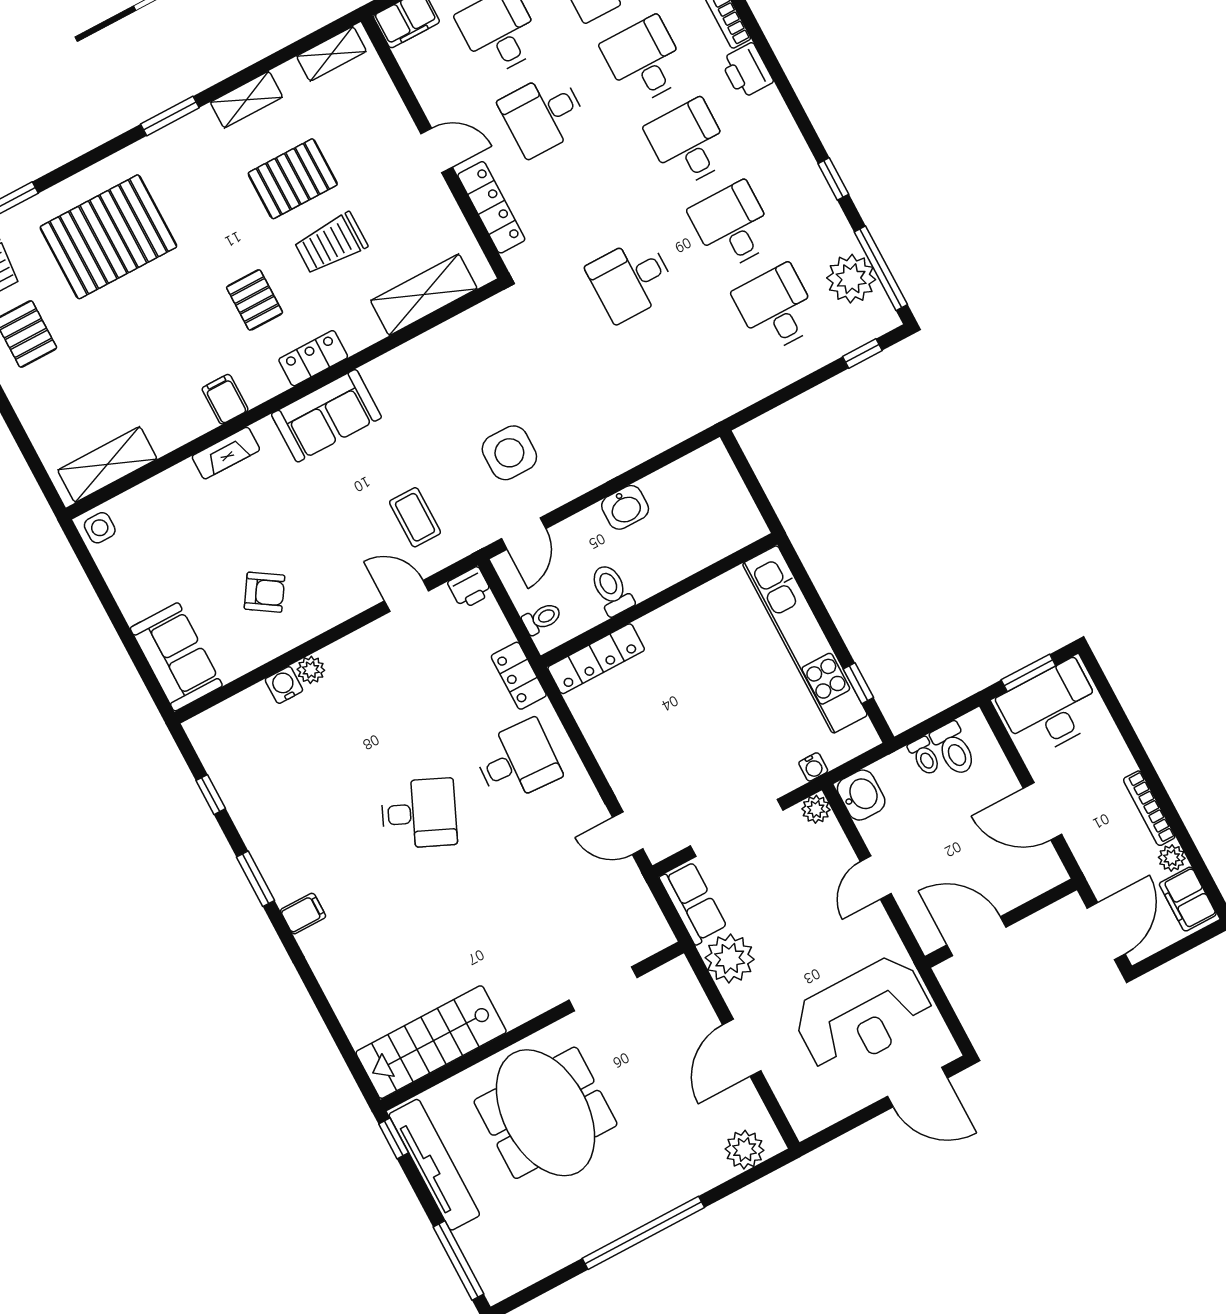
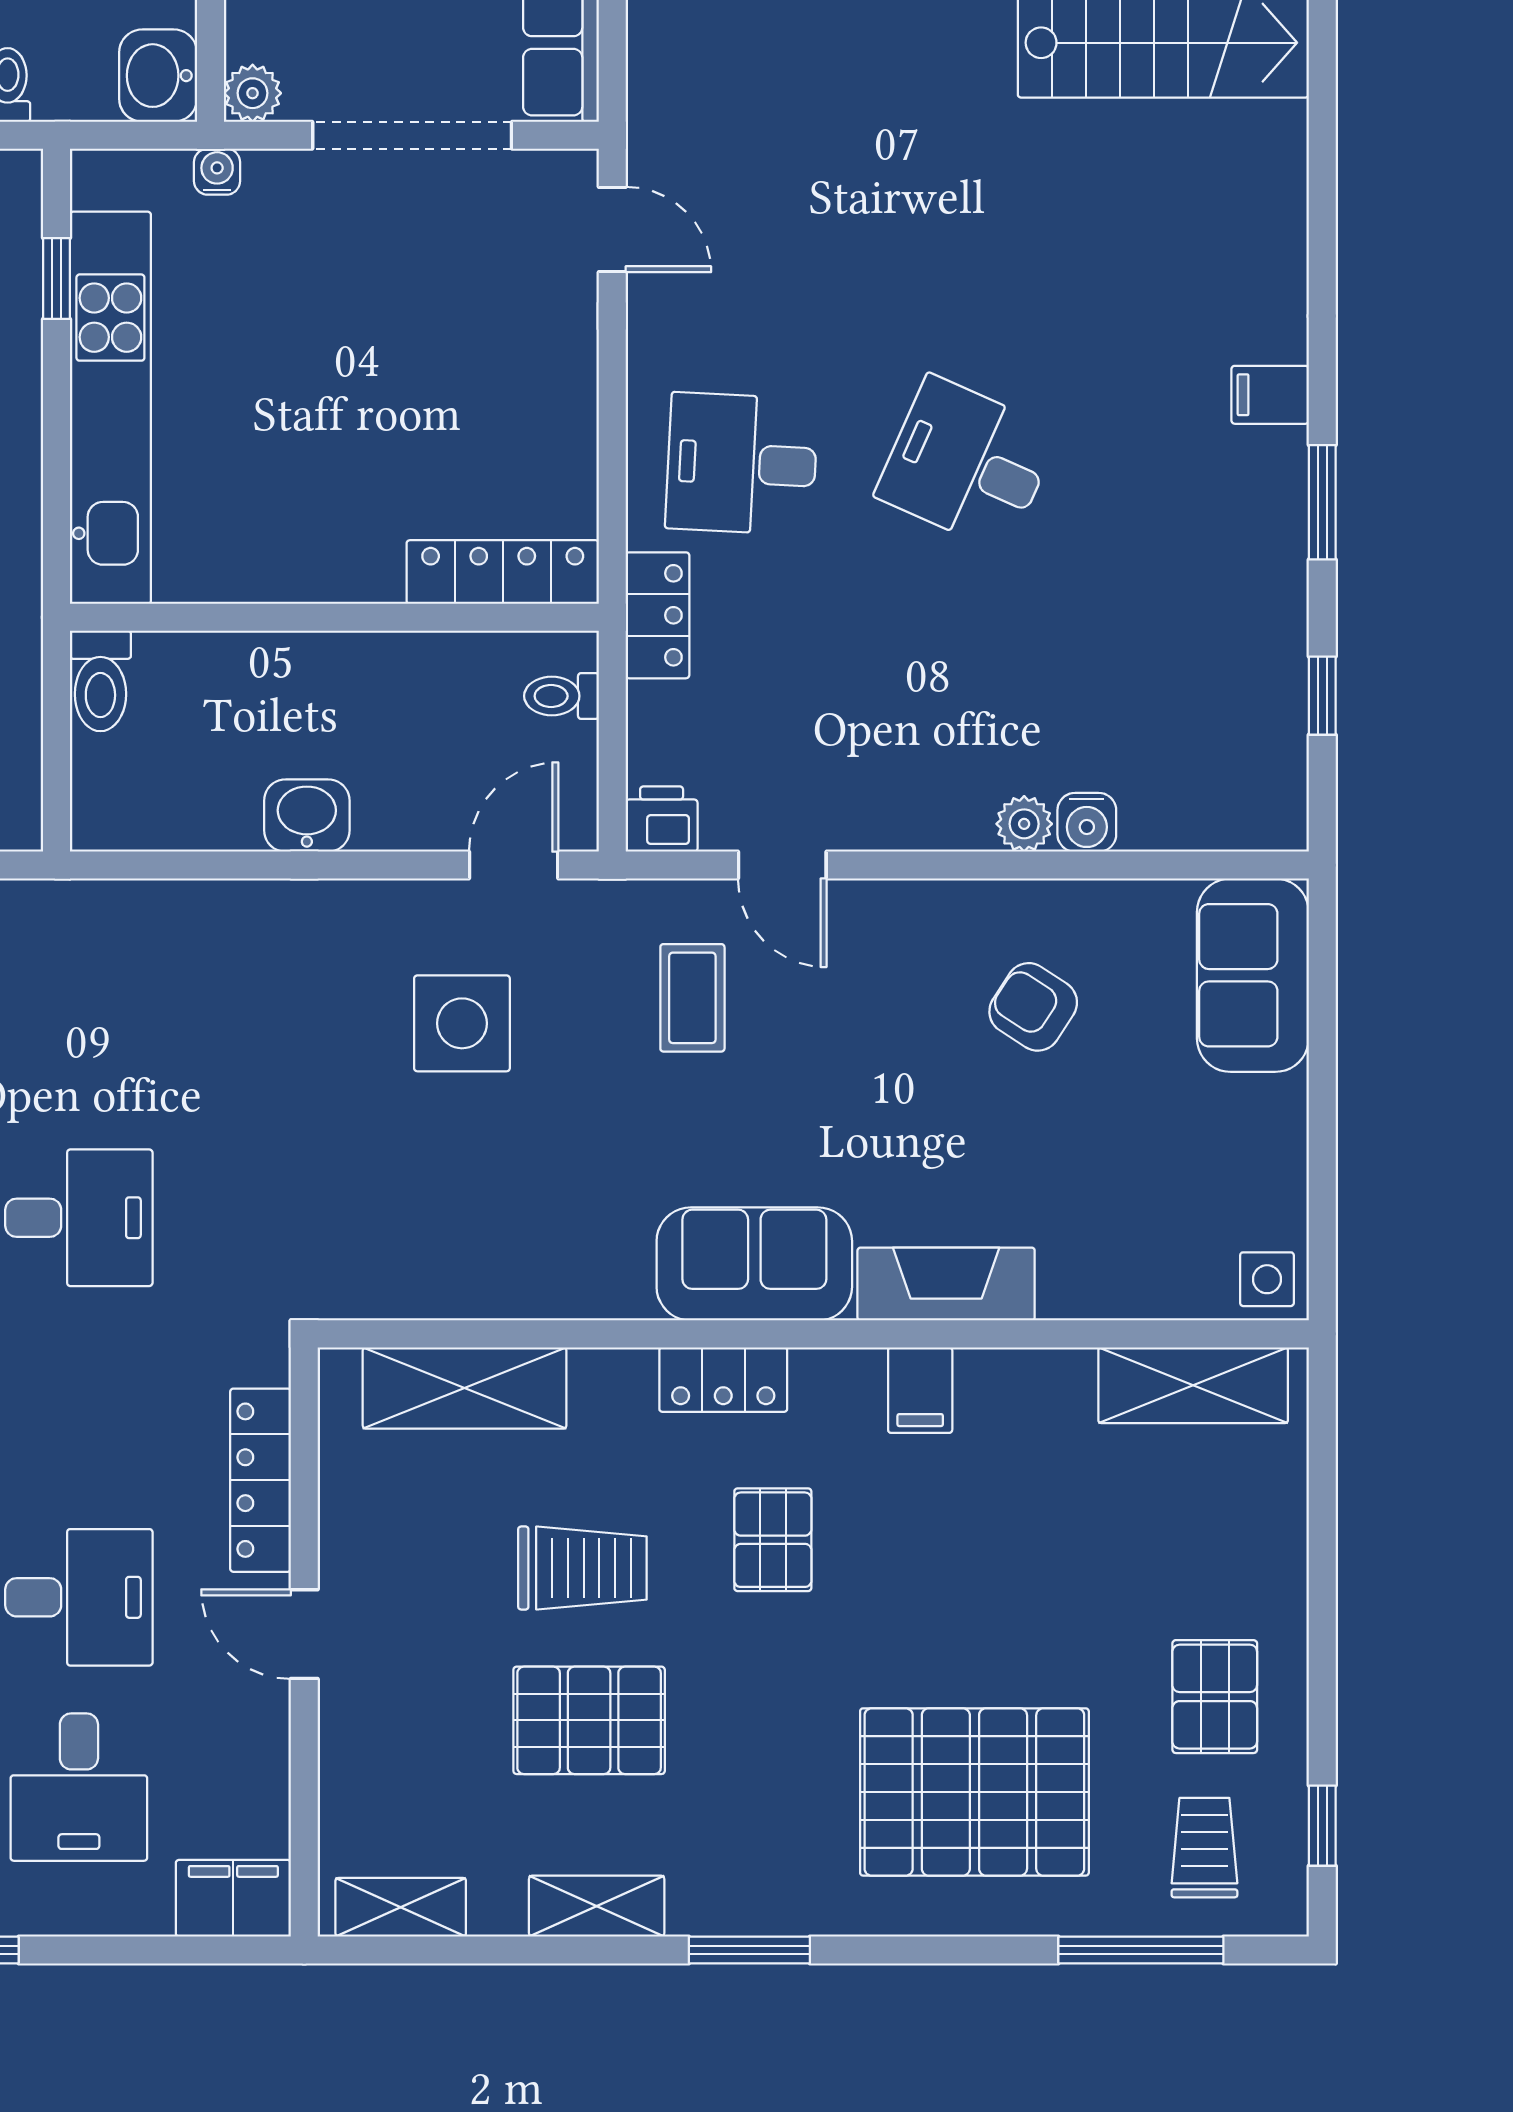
fireplace: (226, 453) -> (946, 1284), width x1.37, depth x1.32
toilet: (612, 590) -> (100, 681), moved

